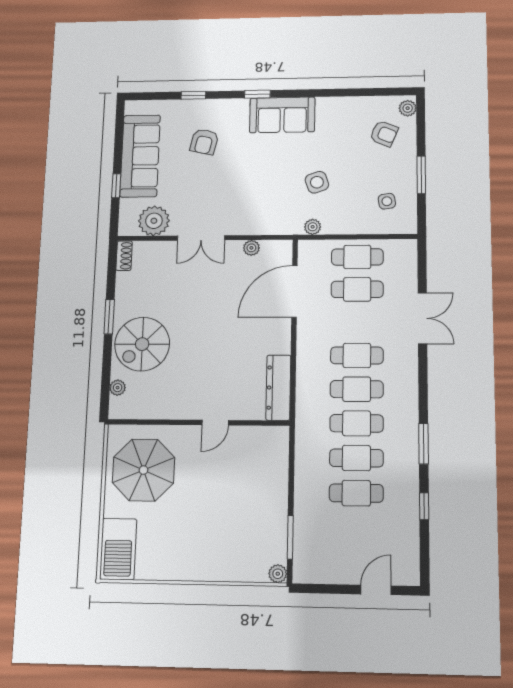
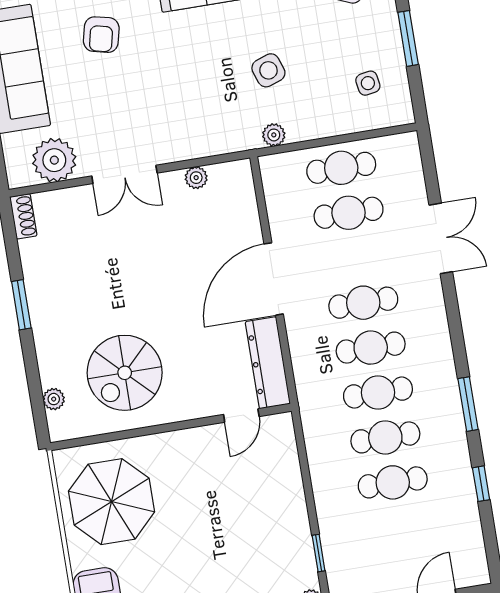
door: (294, 291) -> (274, 279), moved
spiral stairs: (142, 344) -> (125, 373), moved
door: (215, 423) -> (241, 415), moved
window: (290, 537) -> (319, 553), width x0.67

